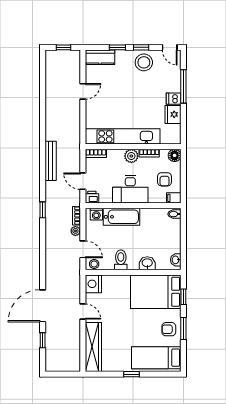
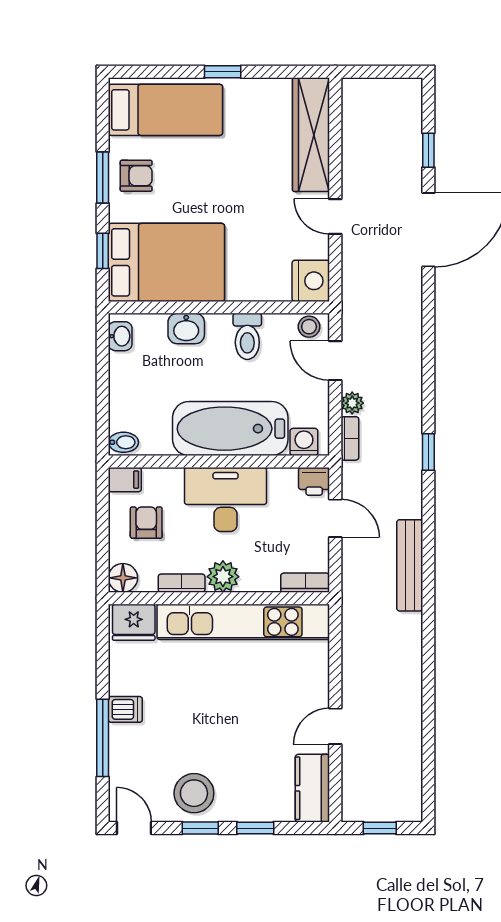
kitchen counter: (100, 57) -> (312, 788), moved, turned -90
fridge: (173, 114) -> (134, 622), moved, turned 90
bathtub: (122, 217) -> (230, 429), width x1.36, depth x1.36

